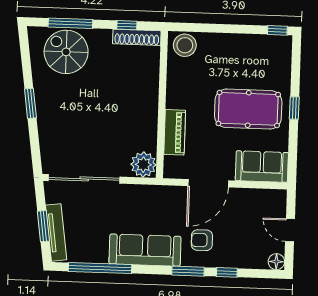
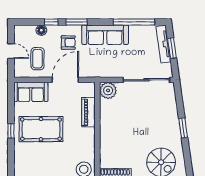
coffee table: (250, 217) -> (38, 59), added
floor lamp: (276, 262) -> (41, 30), moved

